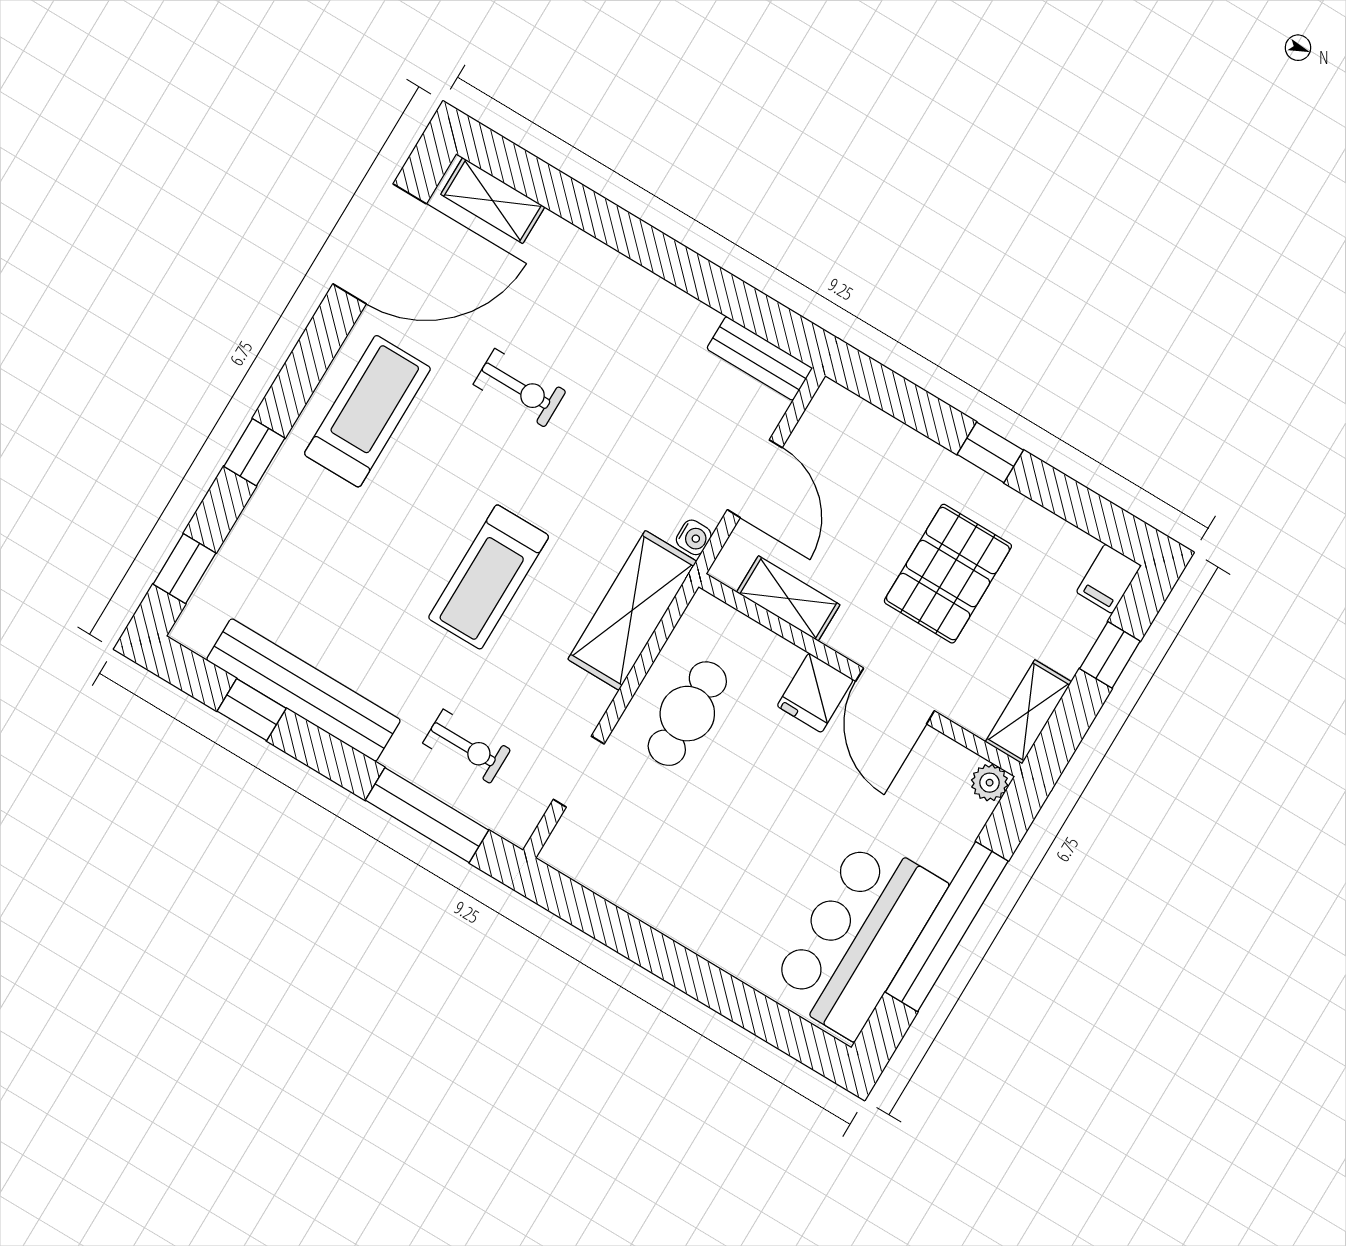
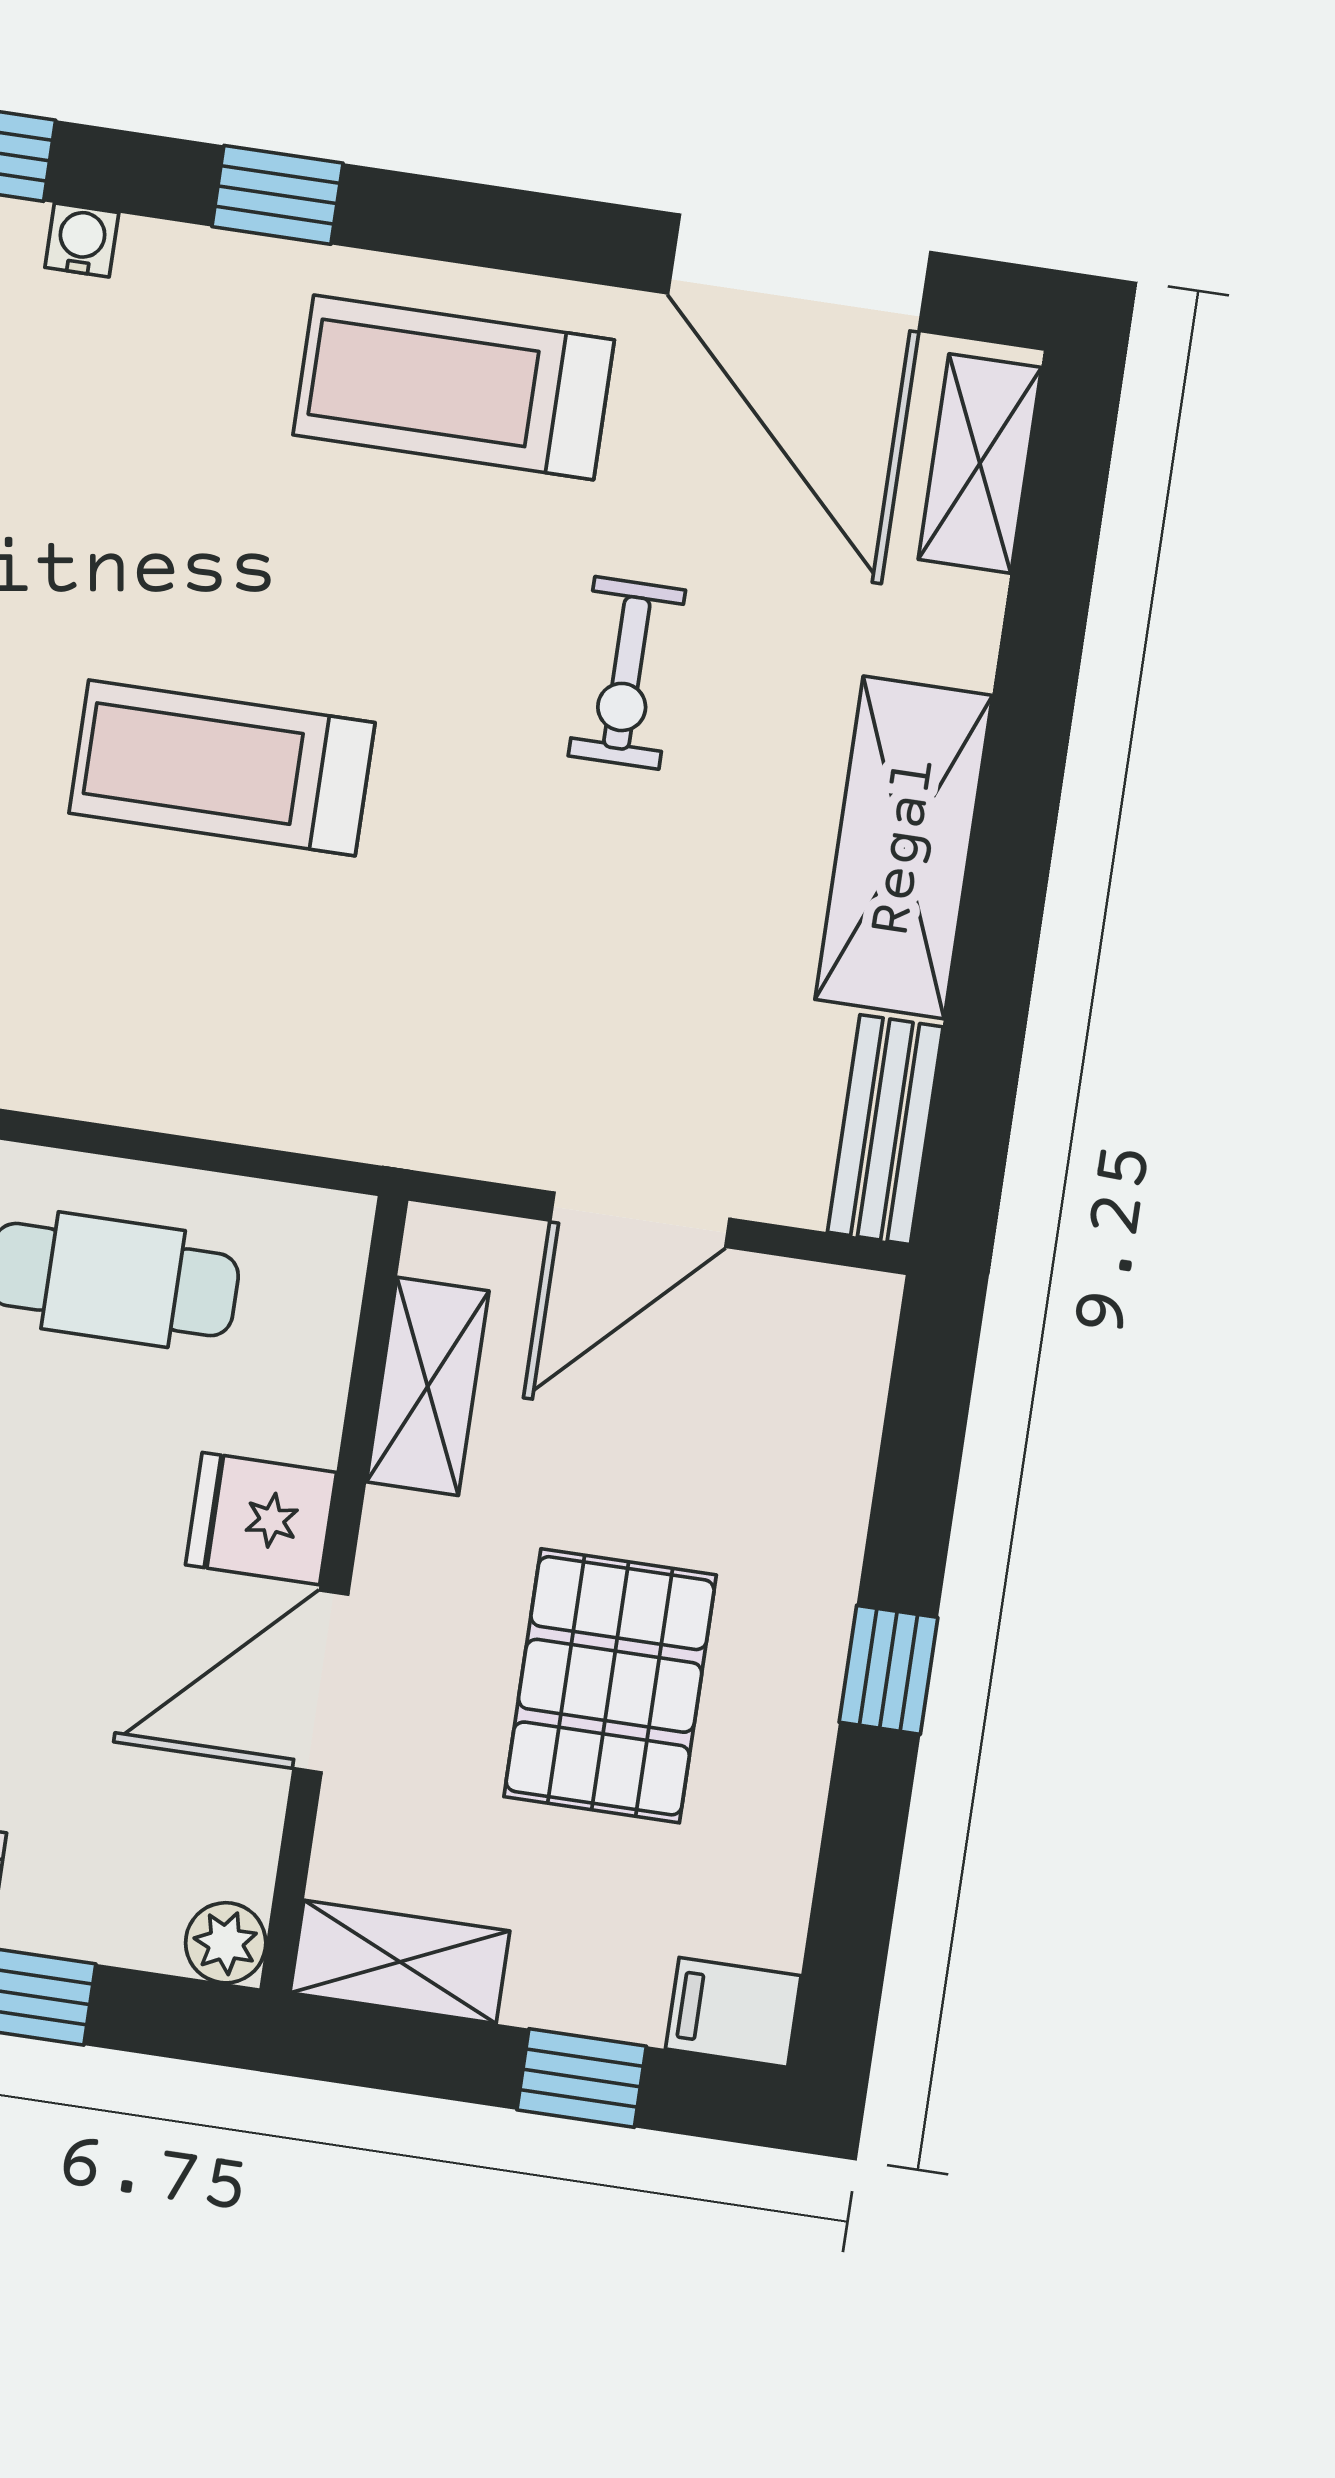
treadmill: (367, 411) -> (454, 387), turned 180
water cooler: (694, 537) -> (82, 240), moved, turned 180
pallet: (948, 574) -> (610, 1686), turned 90
shelving: (632, 610) -> (904, 847), moved, turned 90

